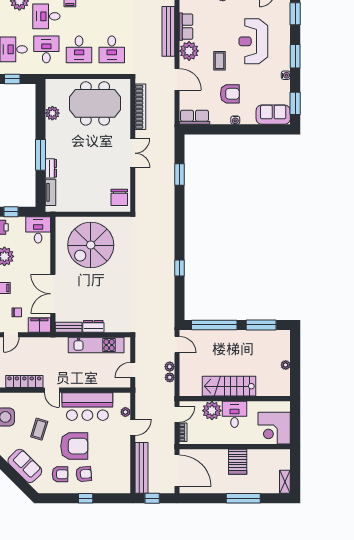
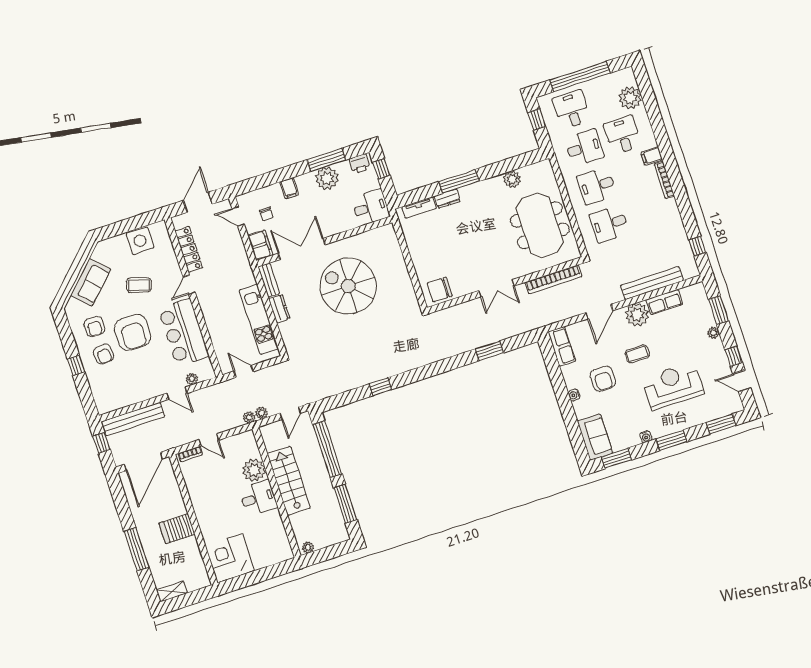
spiral stairs: (91, 245) -> (348, 286), moved
stairs: (229, 386) -> (289, 481), moved
wall: (235, 399) -> (277, 492), moved
plant: (212, 411) -> (254, 470), moved
desk: (234, 414) -> (258, 498), moved

